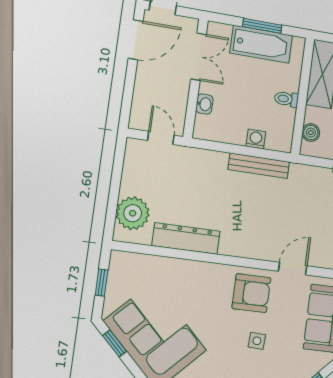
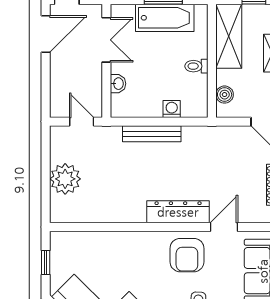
bench: (259, 166) -> (152, 134), moved
plant: (133, 213) -> (65, 179), moved
dresser: (186, 238) -> (178, 212), moved
armchair: (251, 293) -> (187, 255), turned 90

